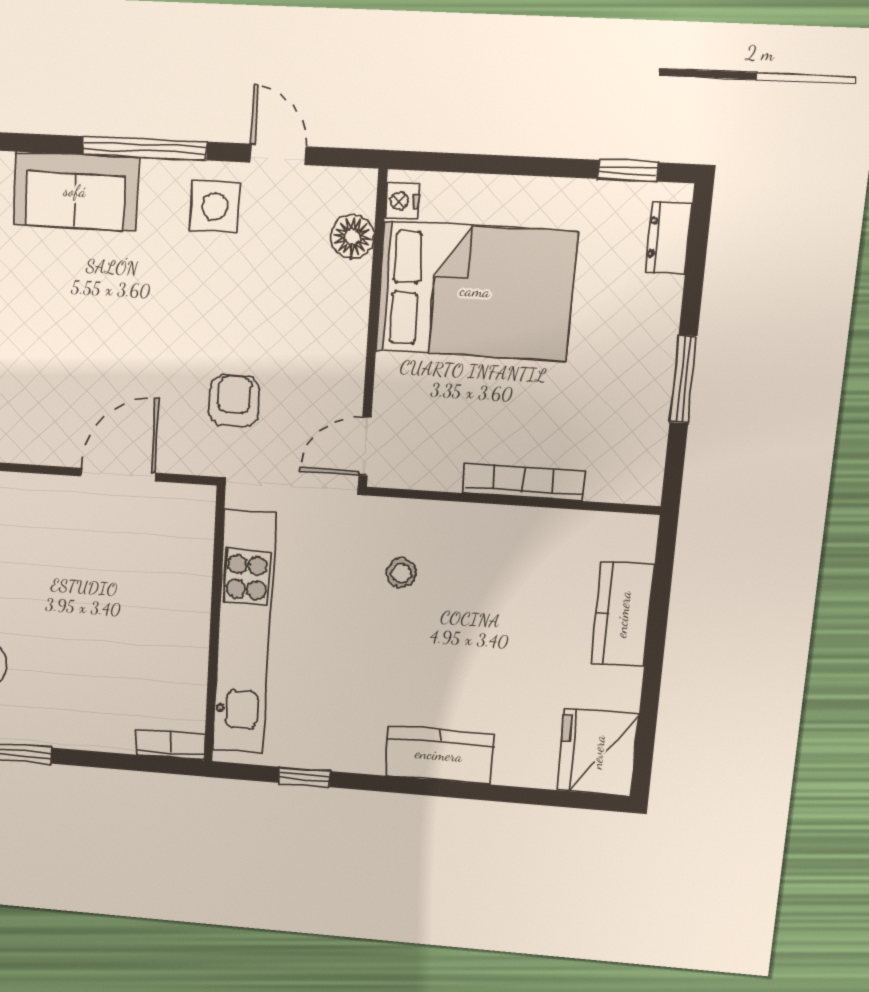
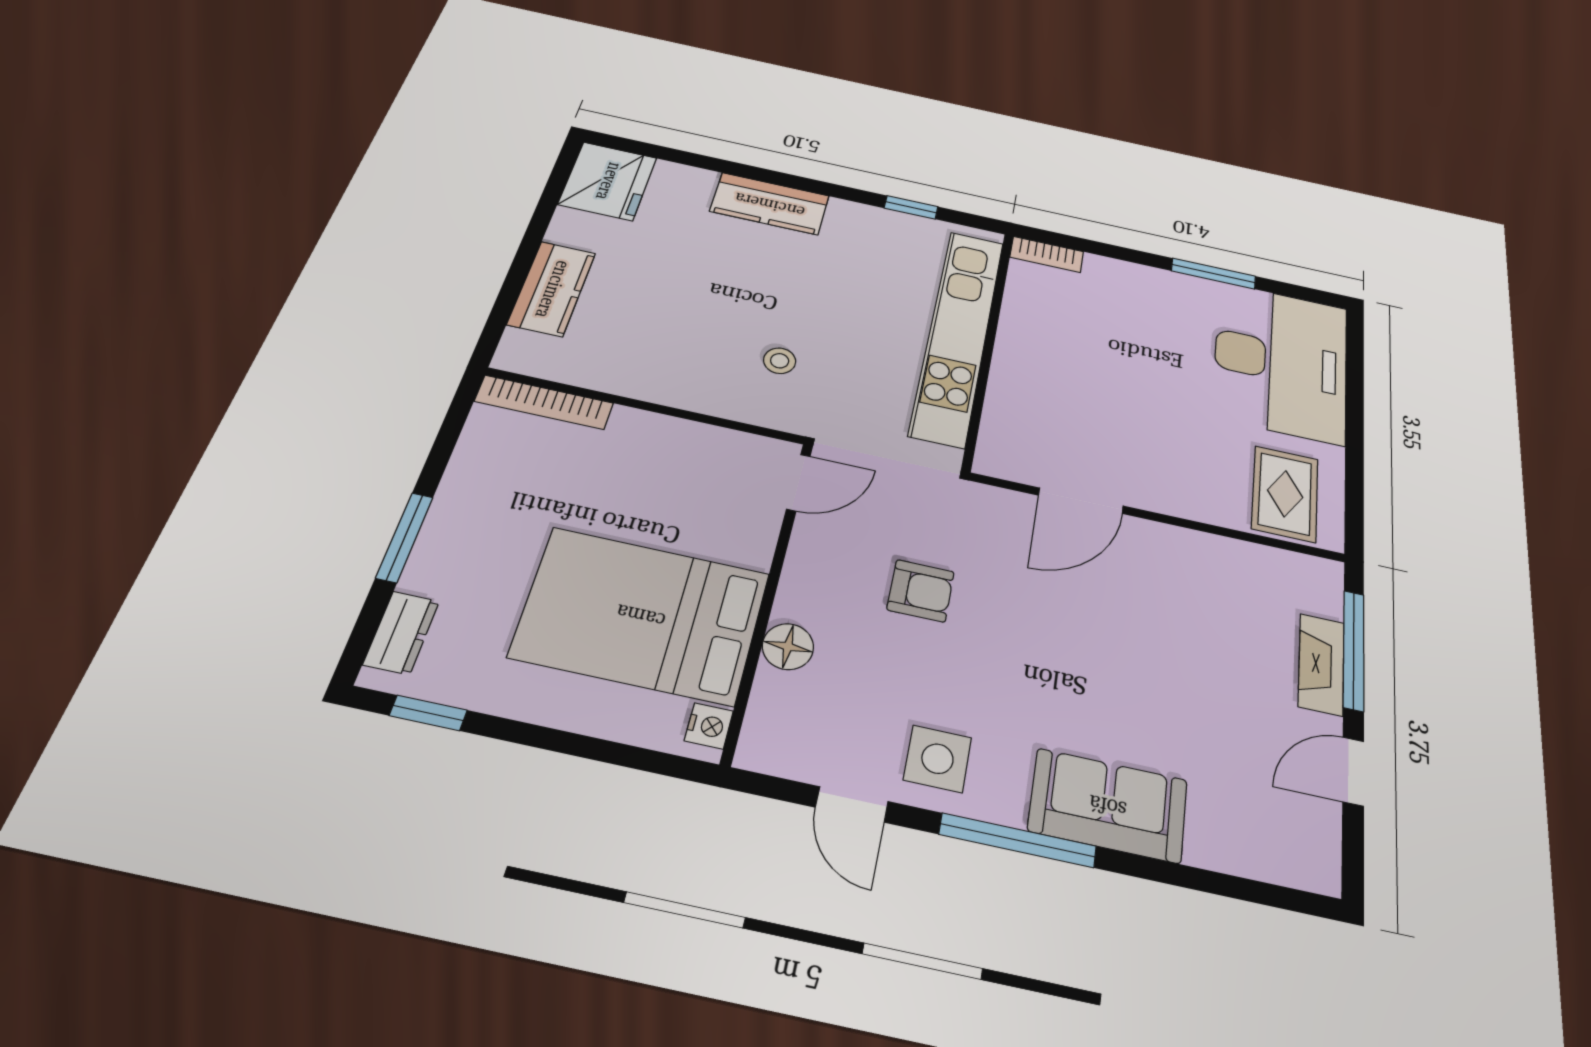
floor lamp: (353, 237) -> (788, 647), moved
window: (683, 379) -> (405, 537), moved
armchair: (234, 401) -> (921, 591), moved, turned -90
bookcase: (524, 482) -> (544, 402), moved

